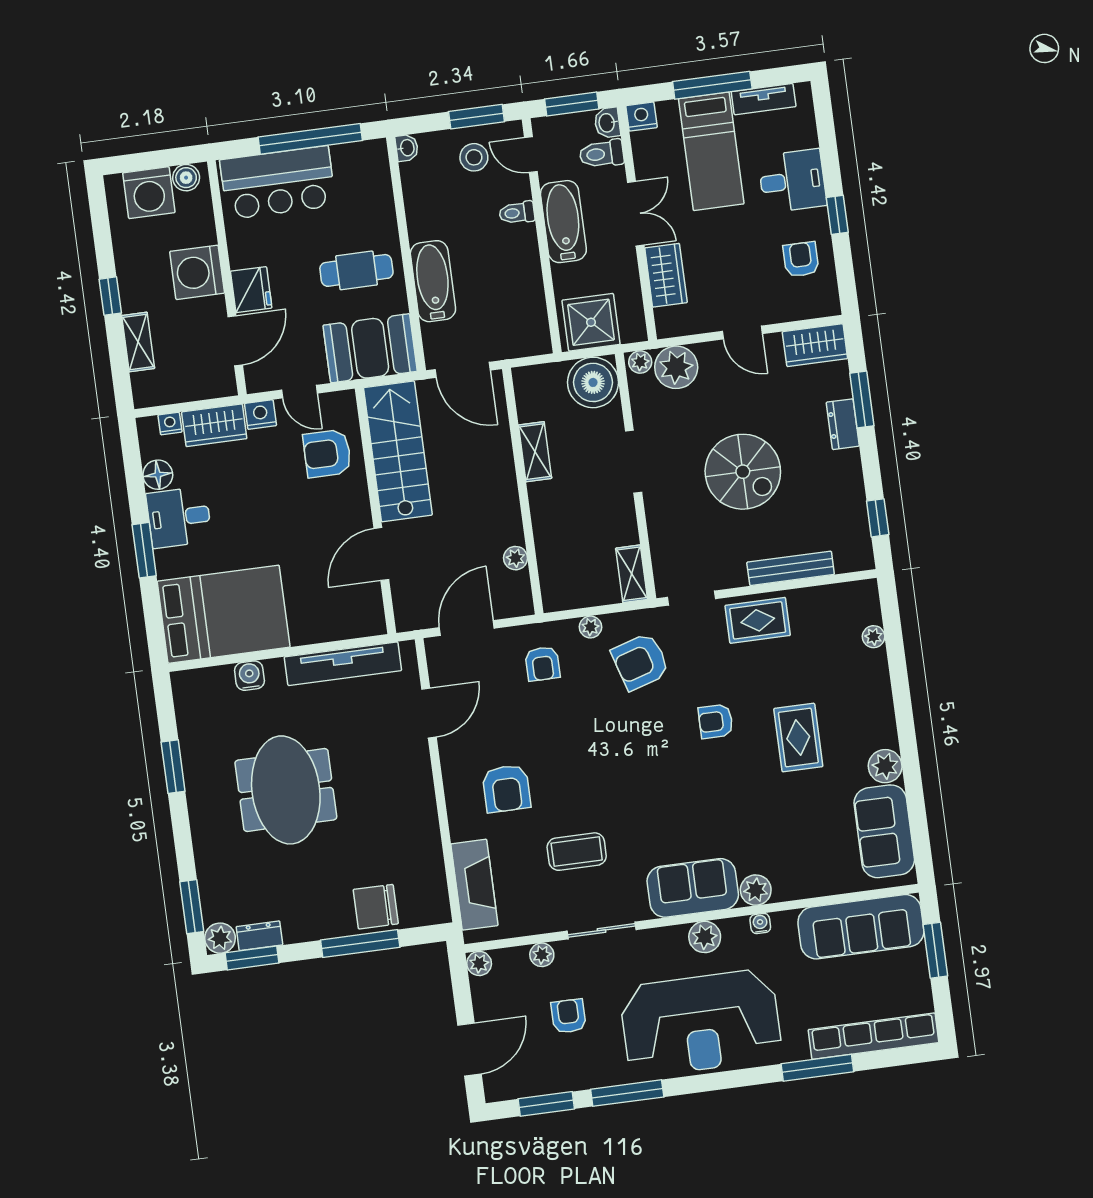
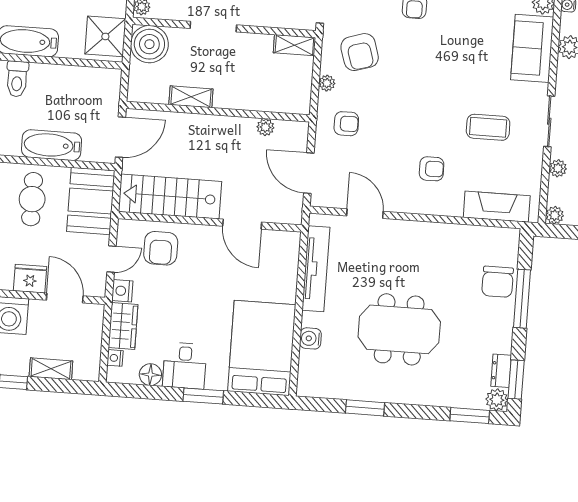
toilet: (517, 213) -> (17, 79), width x1.37, depth x1.39
armchair: (506, 788) -> (432, 169), width x0.72, depth x0.72
coffee table: (577, 852) -> (488, 127), turned 90

